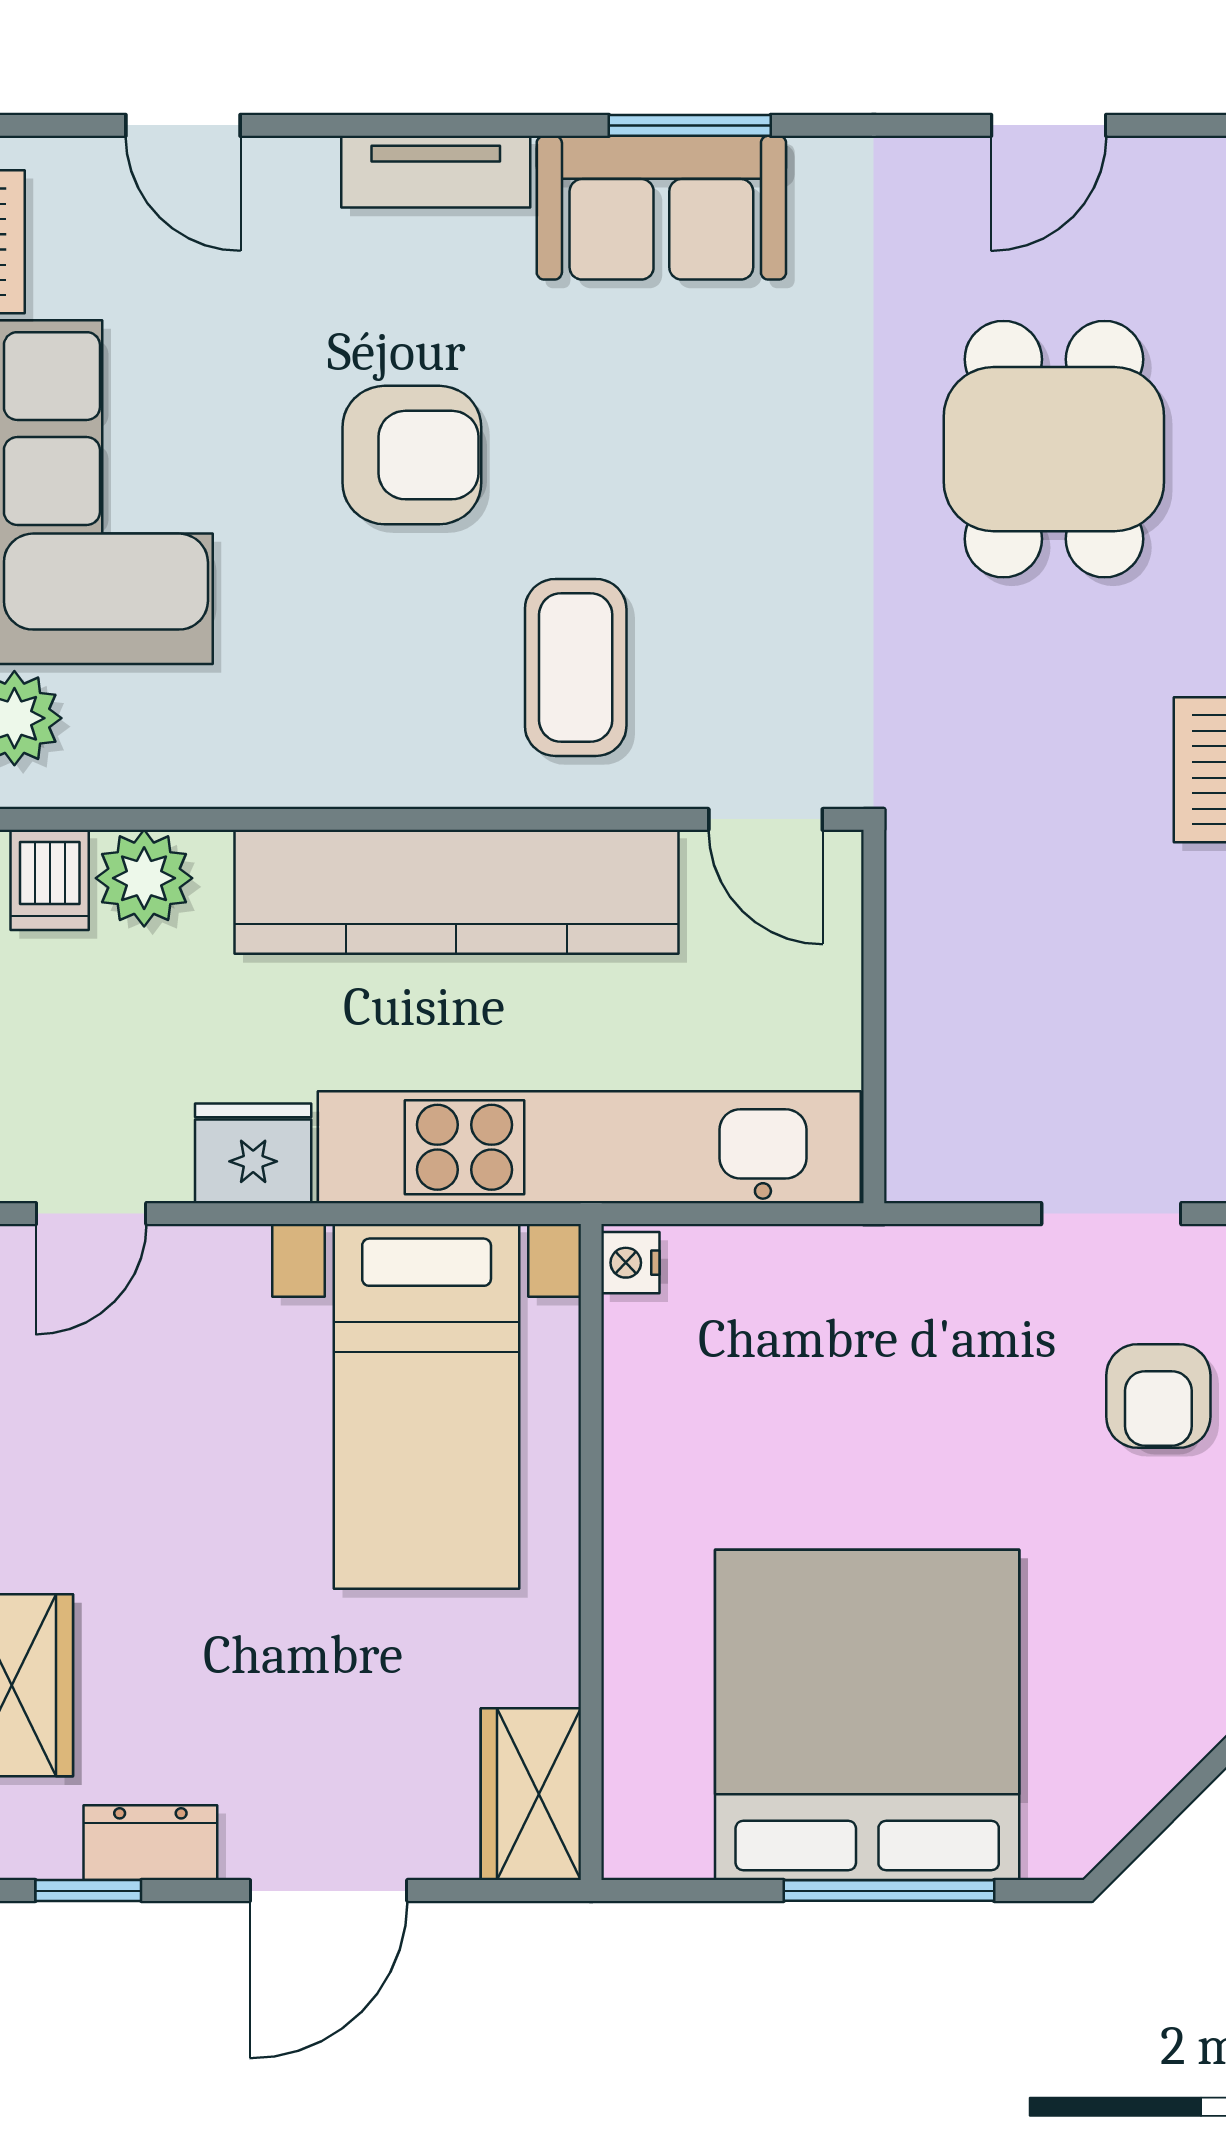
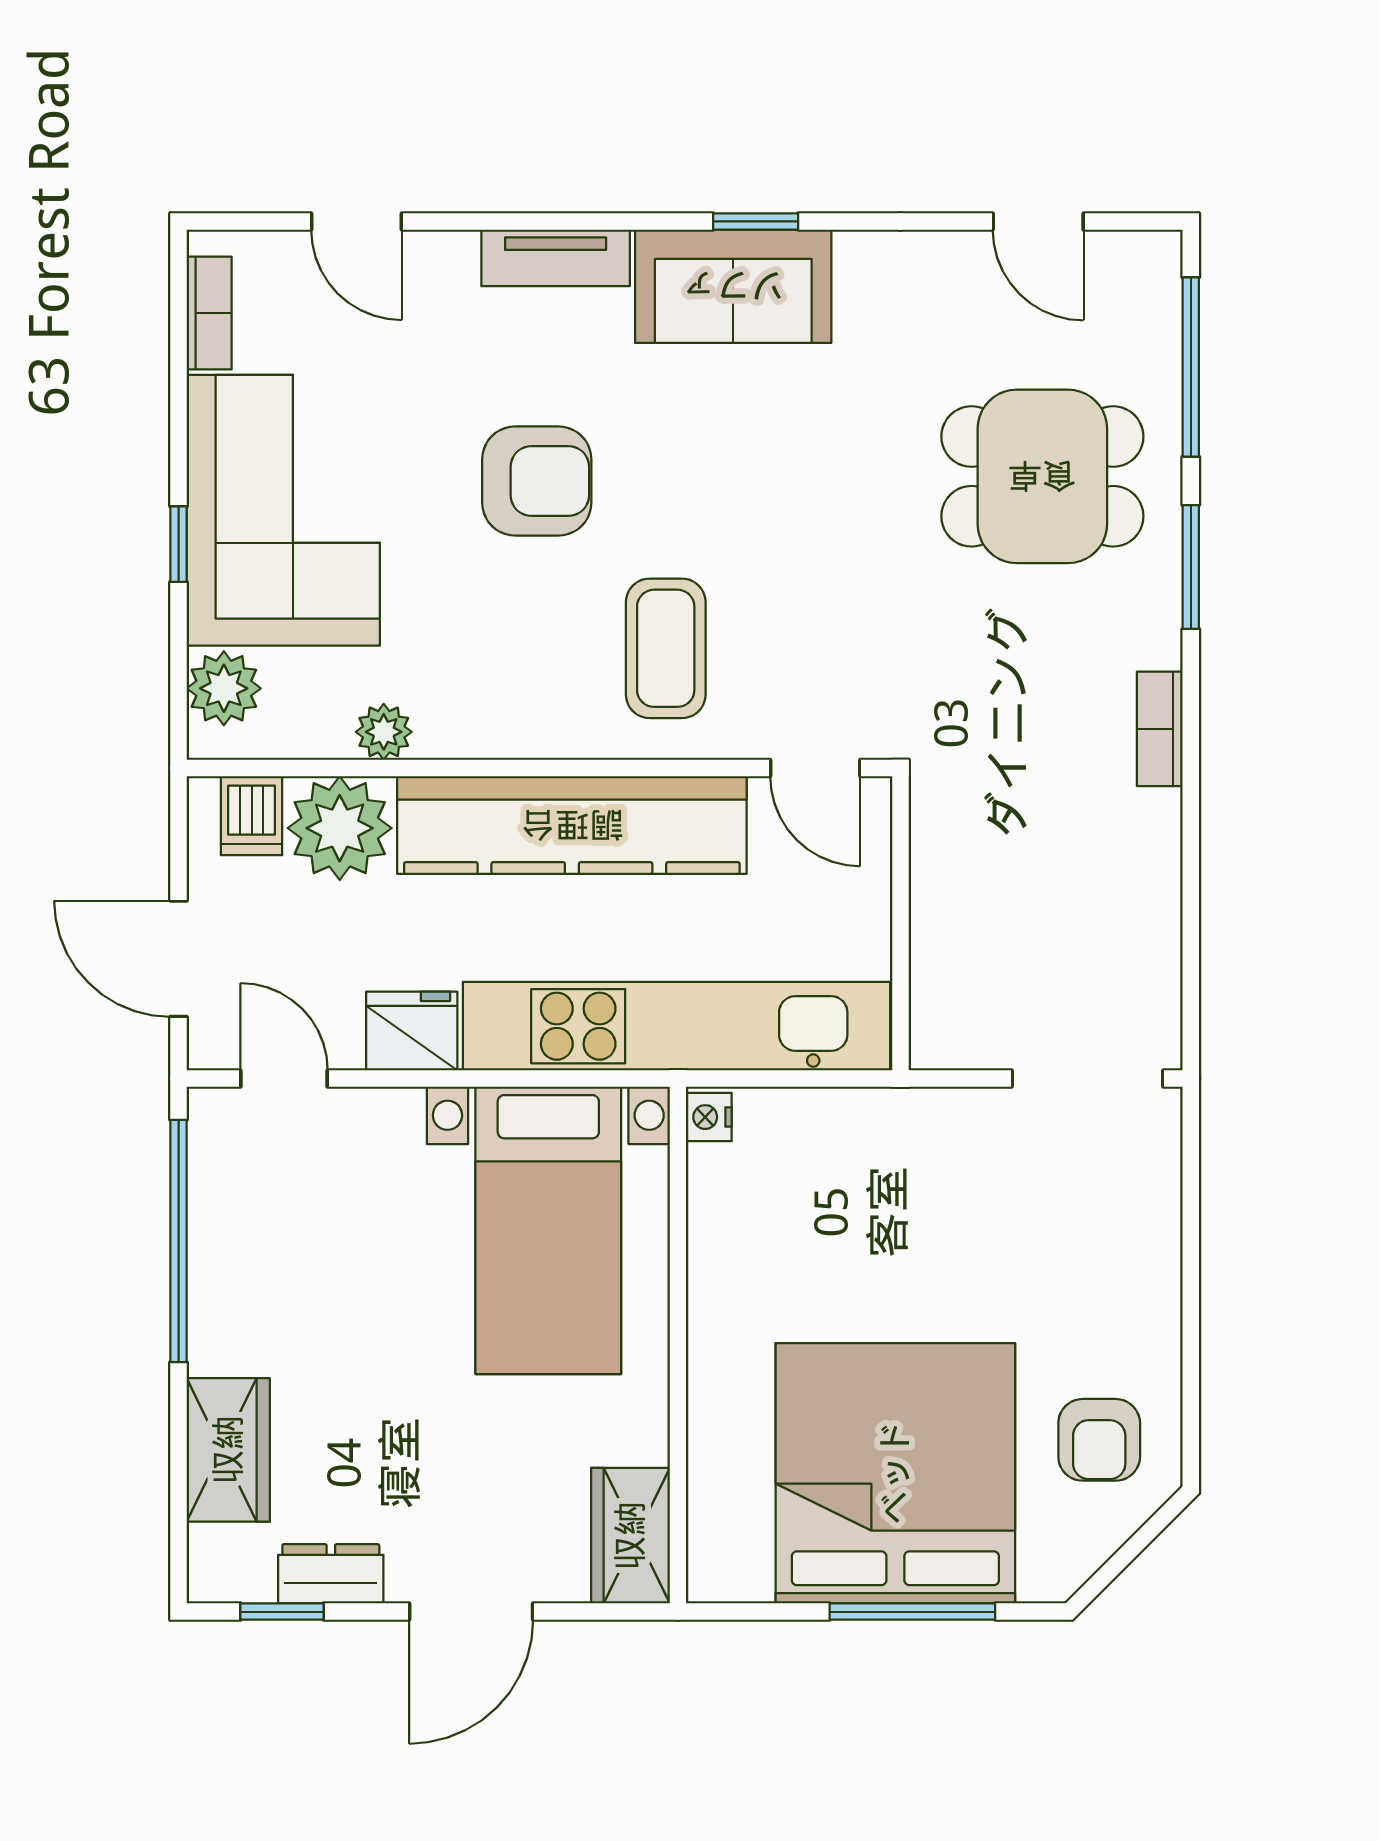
window: (690, 125) -> (756, 221), width x0.67
door: (1049, 125) -> (1038, 221), hinge flipped
dining table: (1054, 449) -> (1042, 476), turned 90
plant: (218, 773) -> (384, 732), added
plant: (144, 878) -> (340, 828), width x1.36, depth x1.36
door: (91, 1214) -> (284, 1078), swing flipped
doorway: (1111, 1214) -> (1087, 1078), width x1.38
armchair: (1158, 1396) -> (1099, 1440), moved

